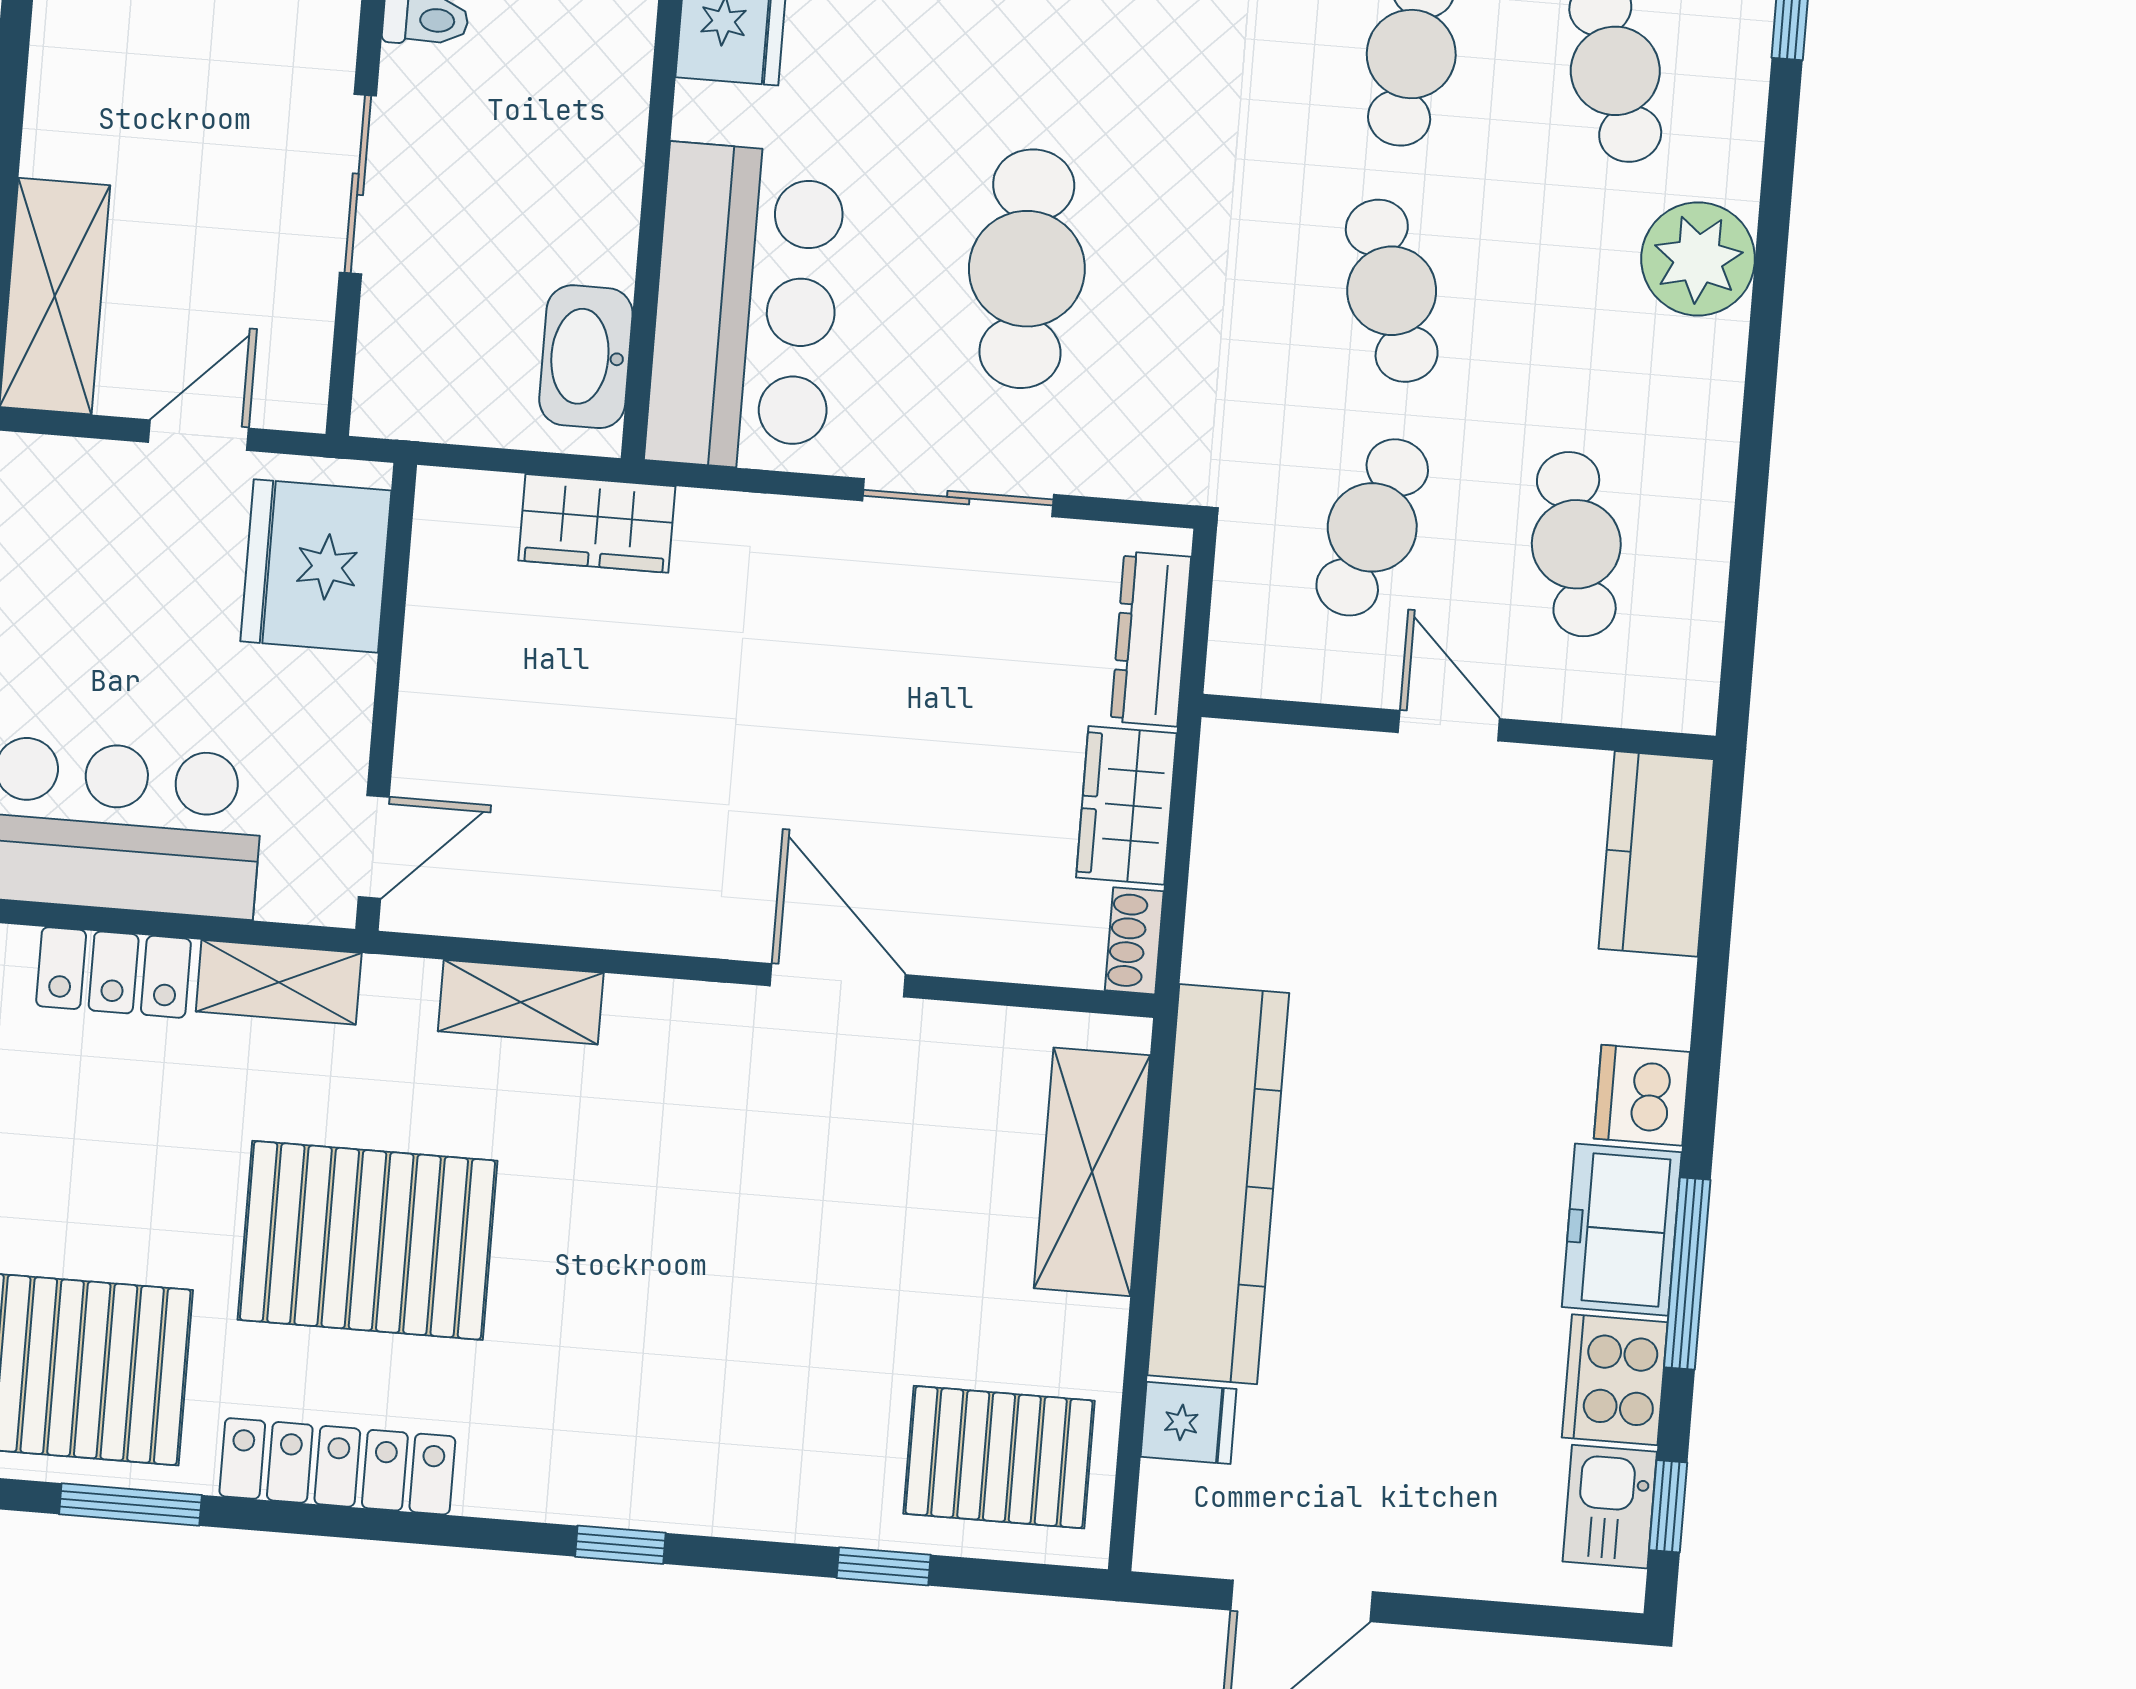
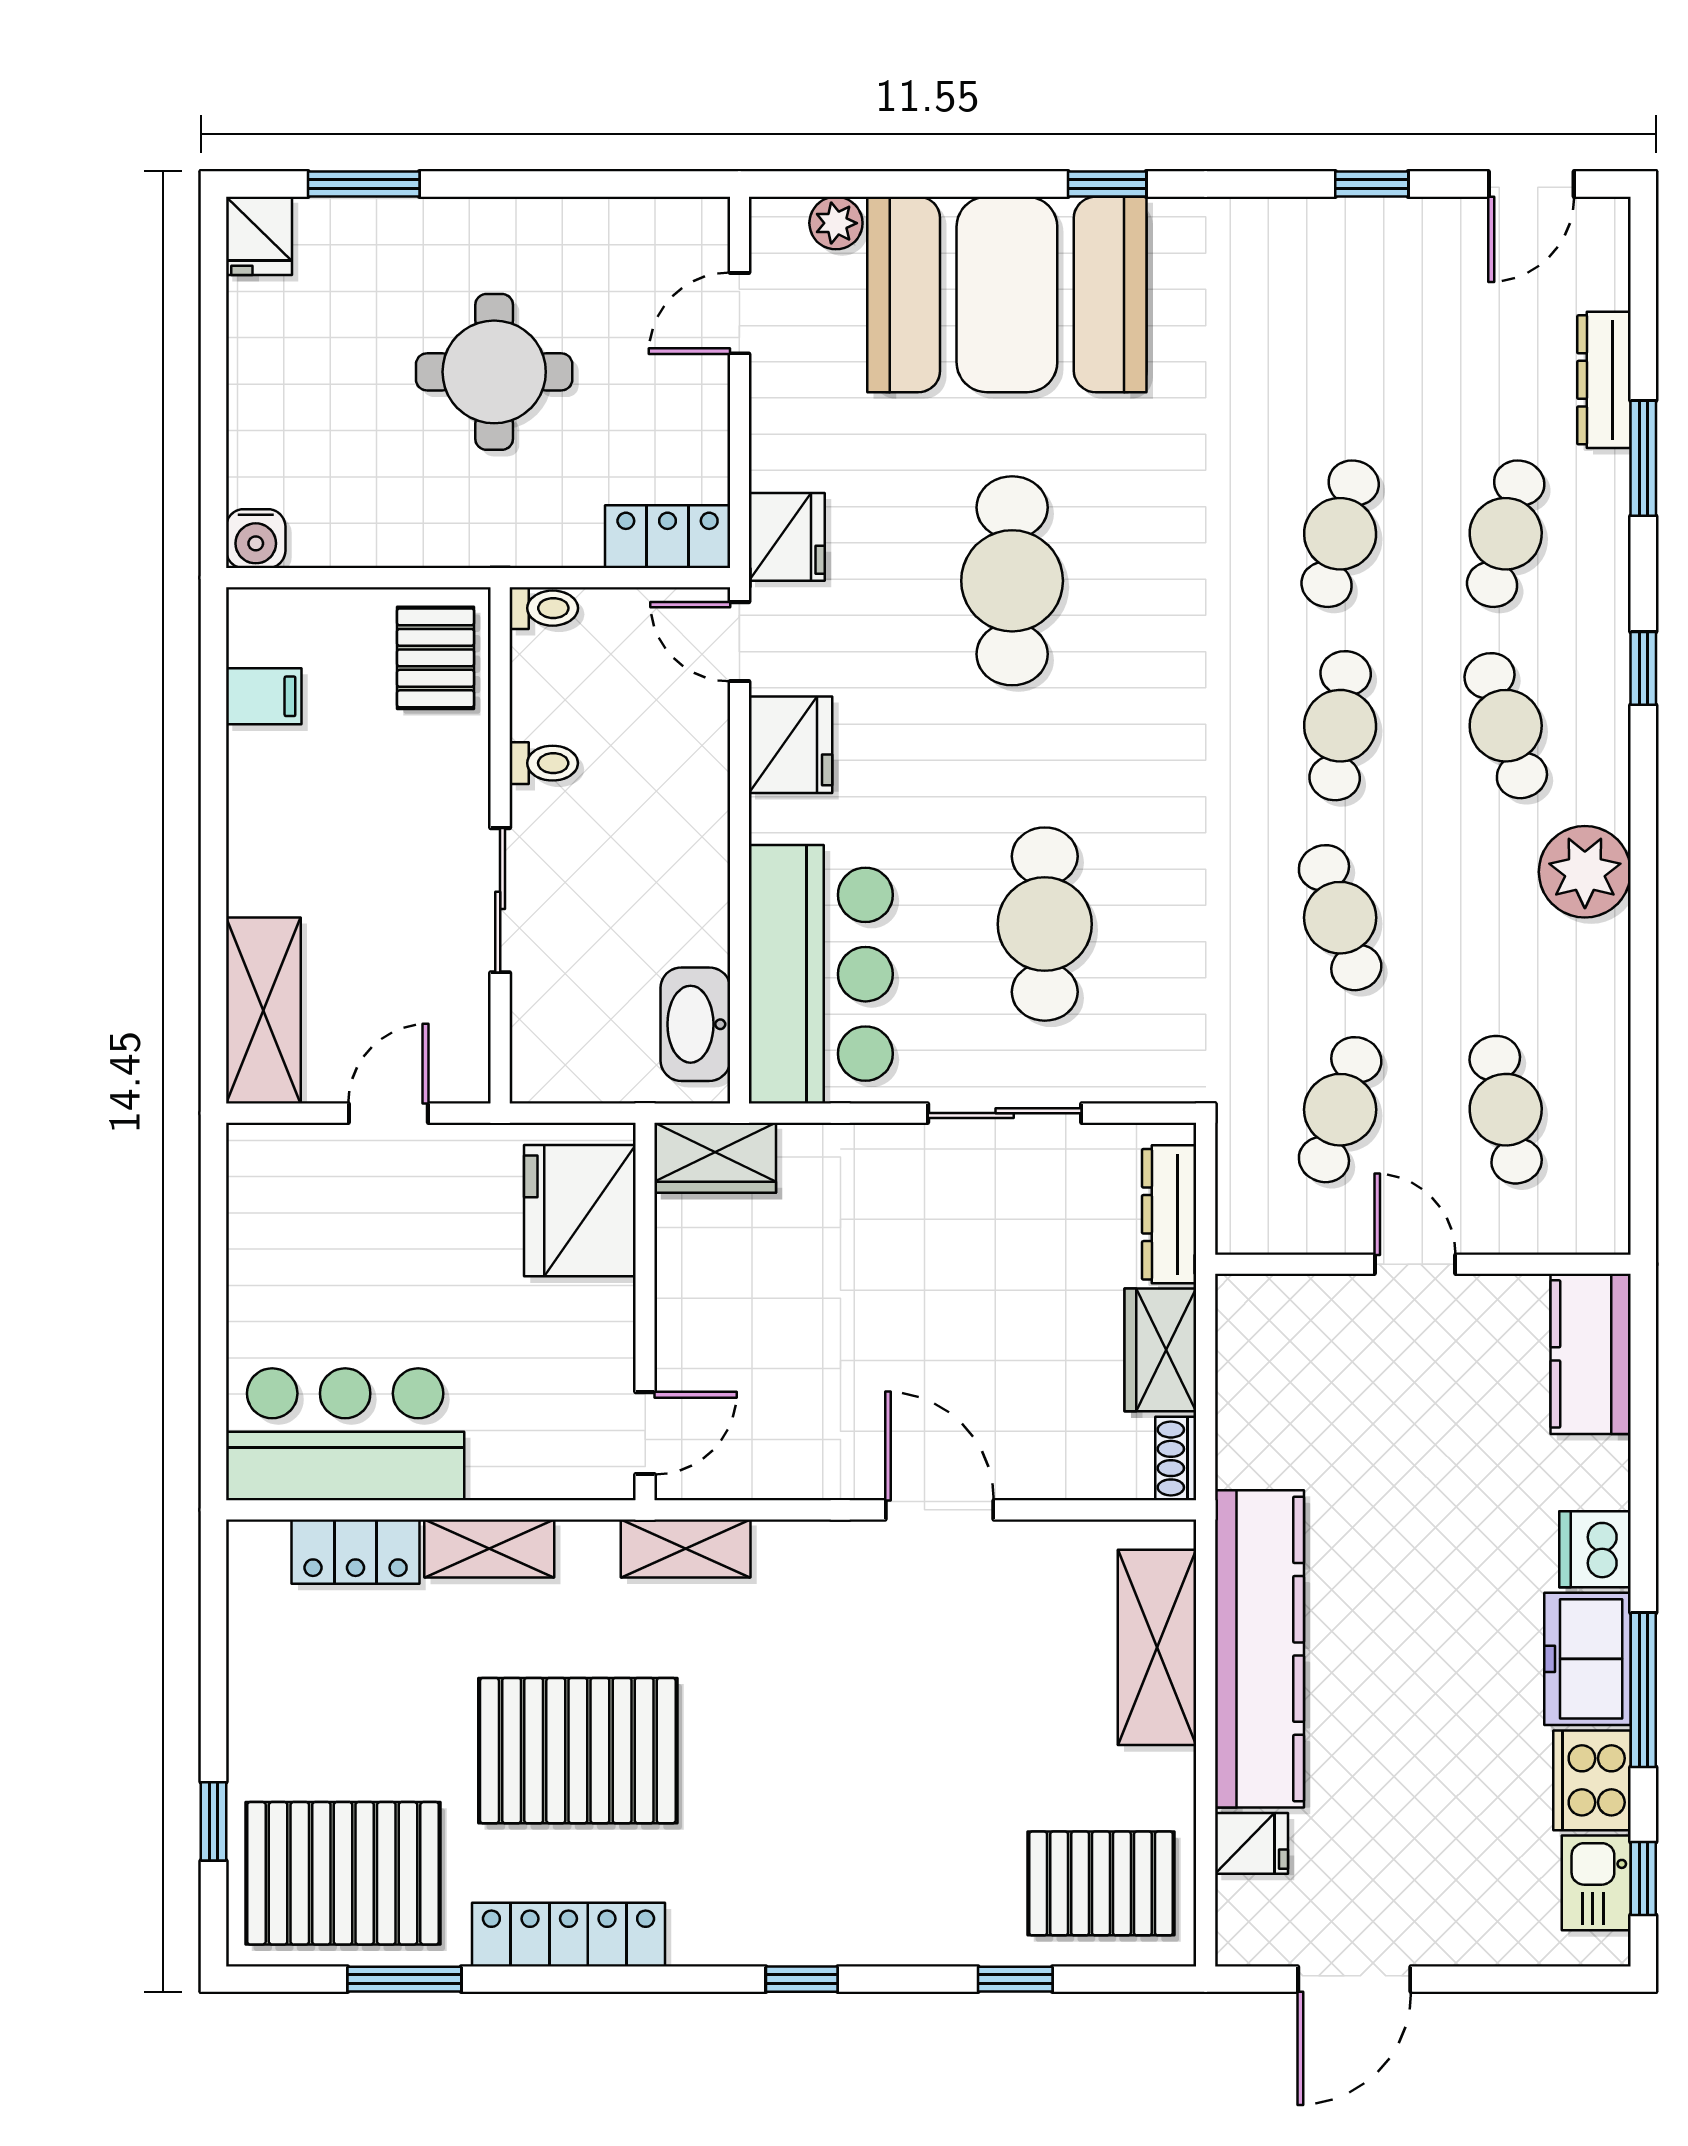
fridge: (316, 566) -> (580, 1211), moved
wall: (386, 697) -> (645, 1311), moved
door: (374, 847) -> (645, 1433), moved

